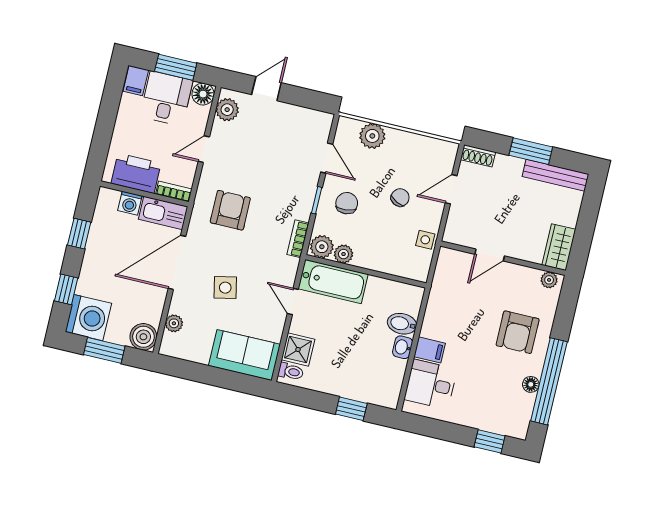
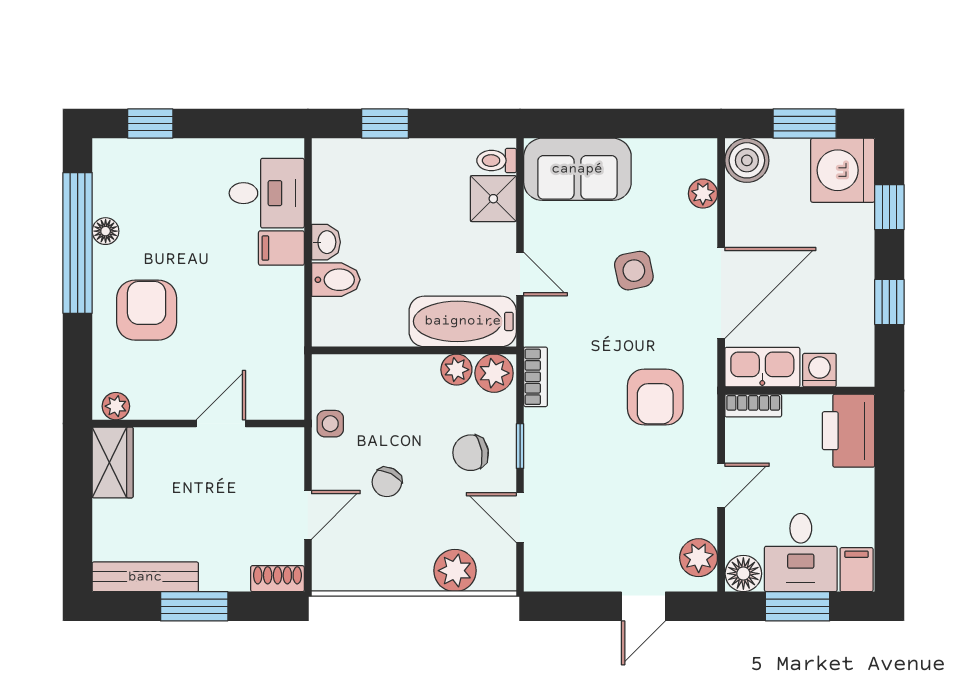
printer: (136, 173) -> (849, 431), moved, turned 90
chair: (347, 203) -> (471, 453), turned 86

